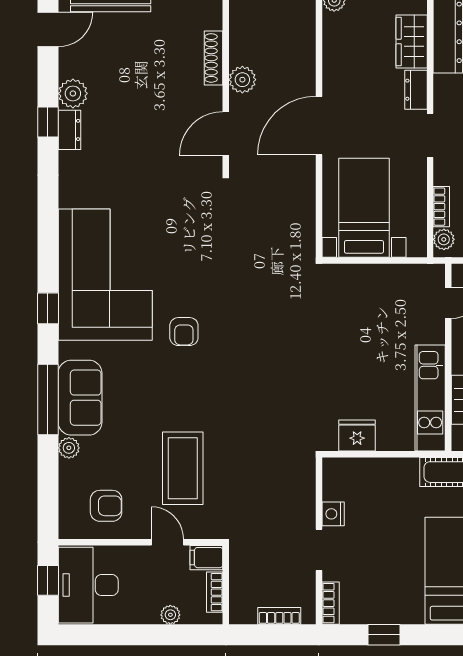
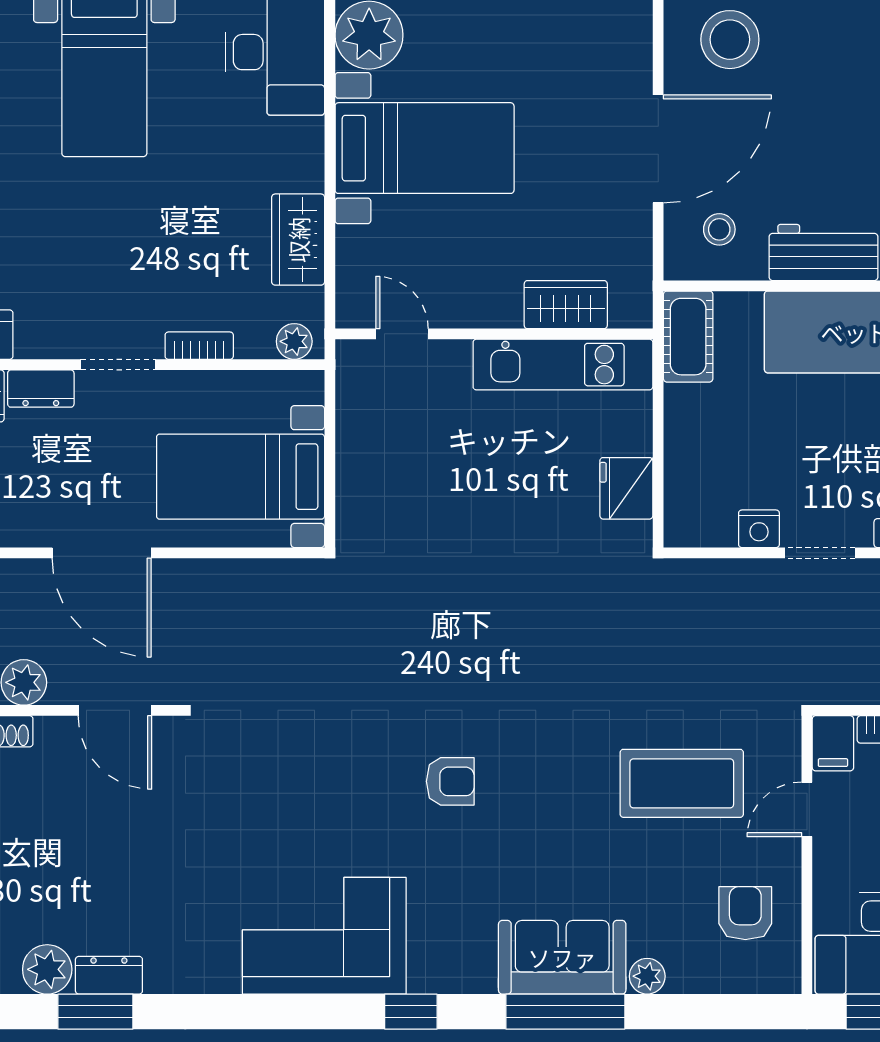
window: (48, 122) -> (95, 1012), width x1.50
bookcase: (441, 207) -> (199, 346), moved
corner sofa: (105, 275) -> (324, 936), width x0.73, depth x0.74

